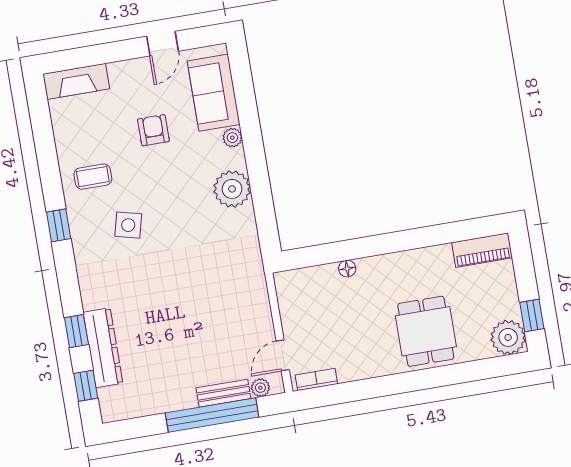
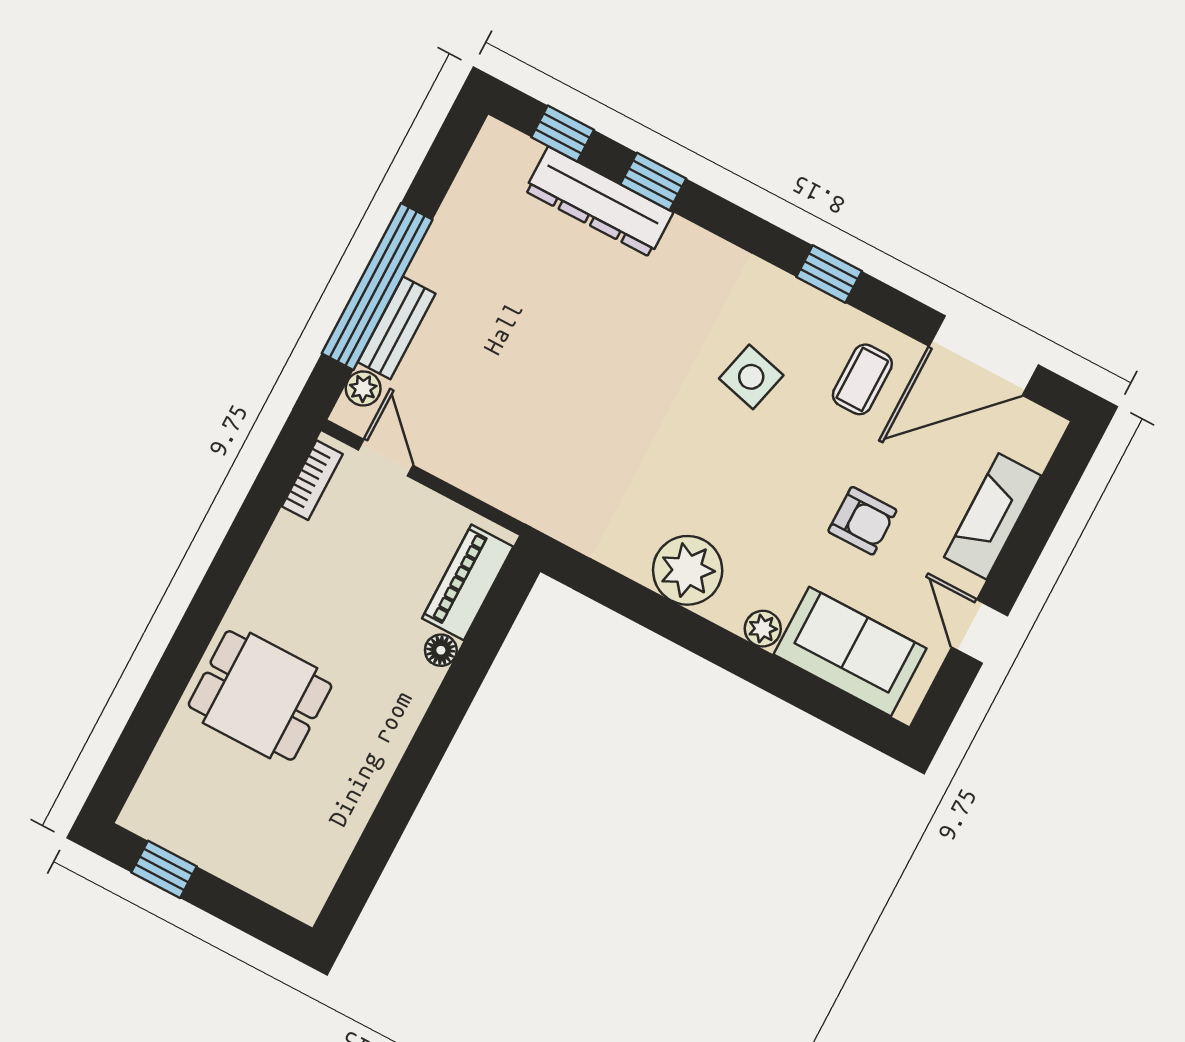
fireplace: (76, 81) -> (993, 516), moved
door: (43, 132) -> (984, 356), added
piano: (482, 250) -> (468, 582), moved
plant: (508, 337) -> (158, 810), removed

